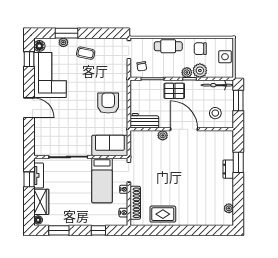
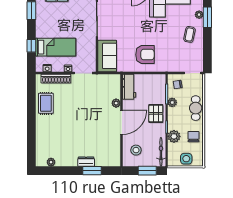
plant: (187, 72) -> (172, 102), moved
bed: (102, 181) -> (56, 47), moved, turned 180

